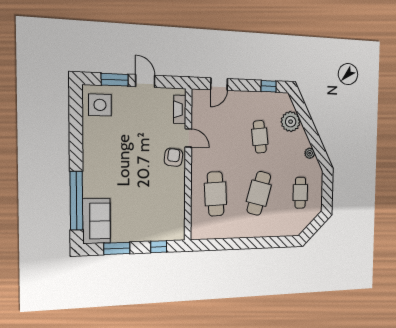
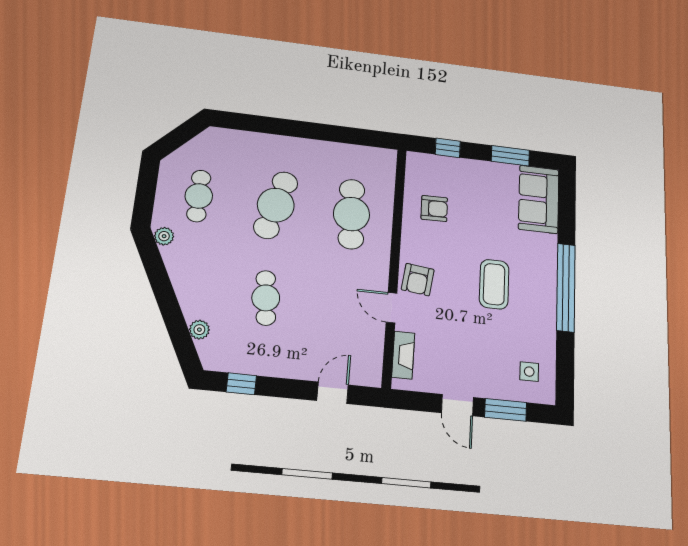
side table: (100, 105) -> (529, 372), width x0.54, depth x0.54
plant: (291, 122) -> (199, 330), width x0.53, depth x0.53
plant: (310, 153) -> (164, 236), moved
coffee table: (125, 160) -> (494, 284), added
window: (76, 201) -> (566, 287), moved
armchair: (165, 205) -> (434, 209), added

